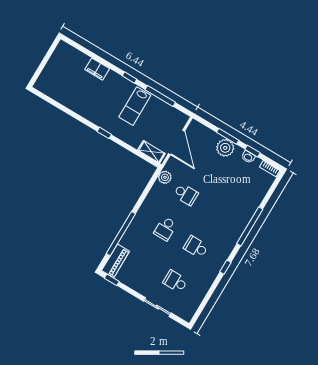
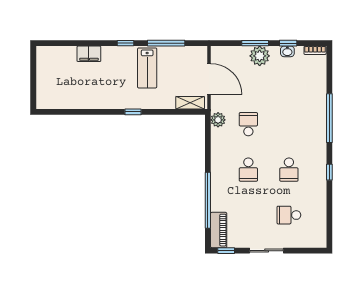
school desk: (186, 194) -> (248, 124), turned -90
school desk: (196, 247) -> (289, 170), turned -90
sliding door: (157, 307) -> (267, 251), moved

